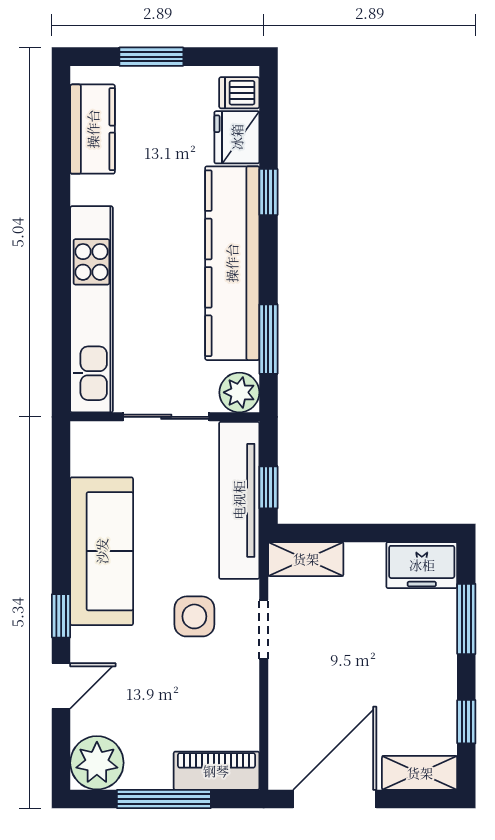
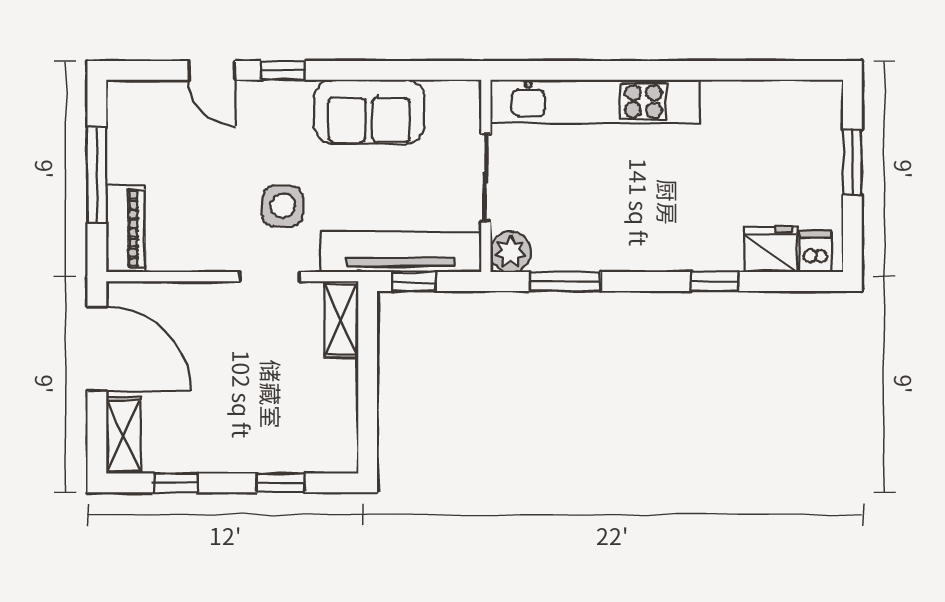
kitchen counter: (93, 129) -> (779, 102), removed
kitchen counter: (232, 263) -> (642, 245), removed
sofa: (102, 551) -> (369, 112), width x0.73
freezer: (422, 565) -> (335, 437), removed
window: (466, 619) -> (280, 483), width x0.67
plant: (97, 763) -> (134, 107), removed

